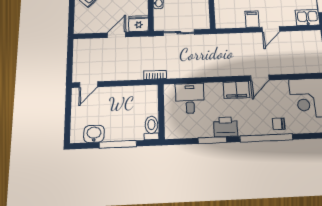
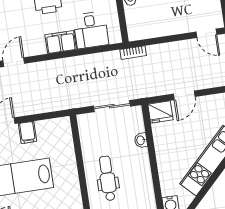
door: (89, 85) -> (206, 33), swing flipped
filing cabinet: (236, 90) -> (61, 42), moved

